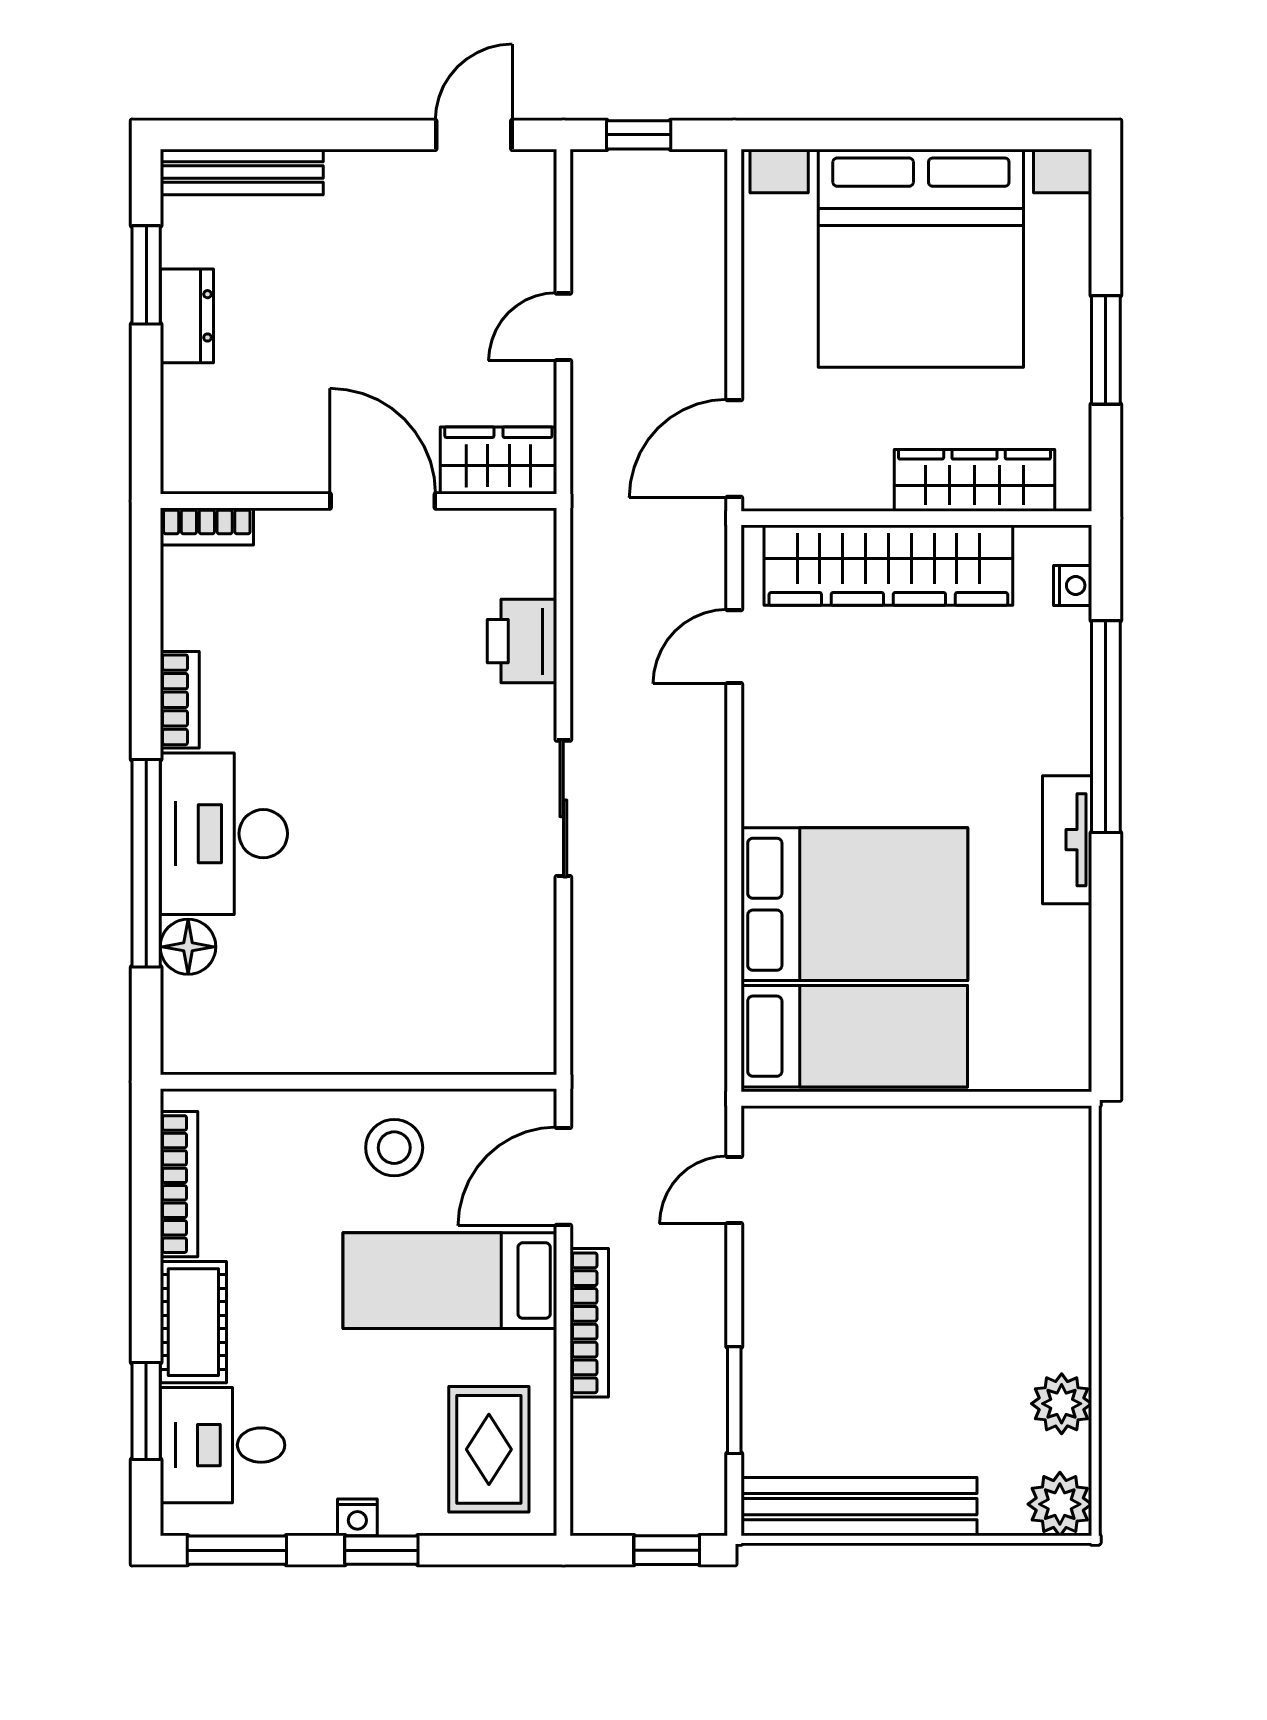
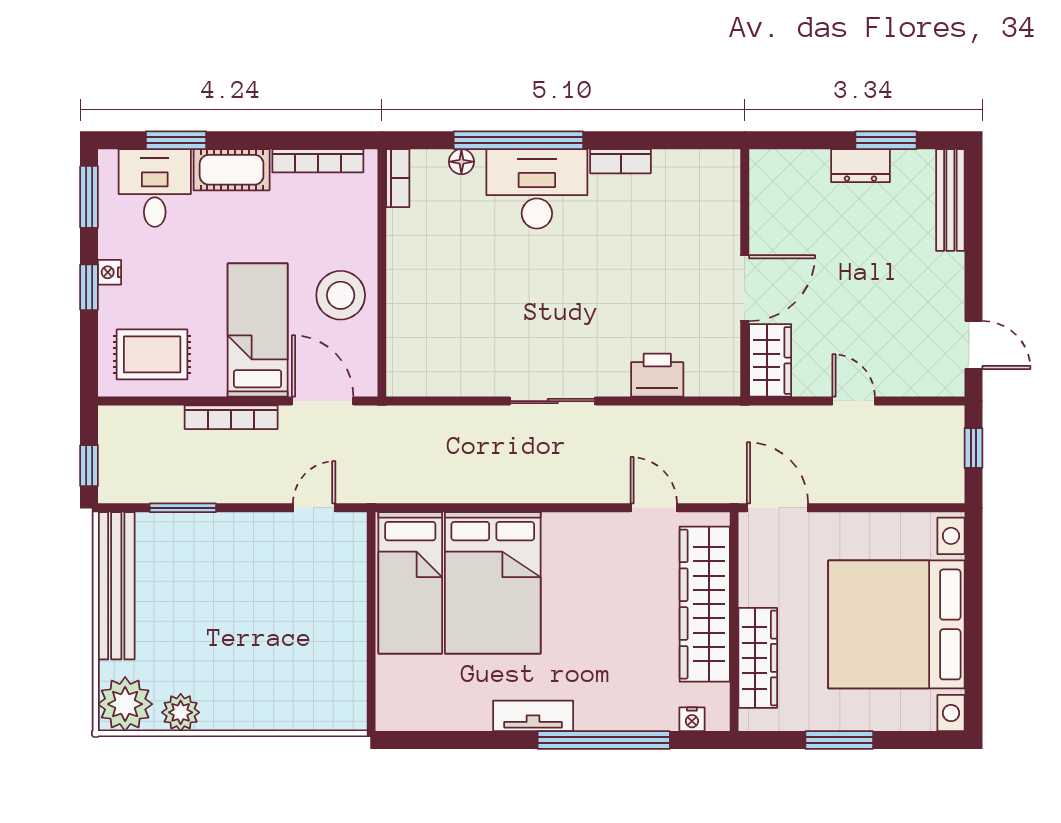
bookcase: (207, 526) -> (398, 178), moved, turned 180
floor lamp: (188, 947) -> (461, 162), width x0.73, depth x0.73
stool: (394, 1148) -> (341, 295), width x1.38, depth x1.38
door: (734, 1190) -> (314, 508), hinge flipped
plant: (1060, 1504) -> (125, 704), width x1.36, depth x1.36

